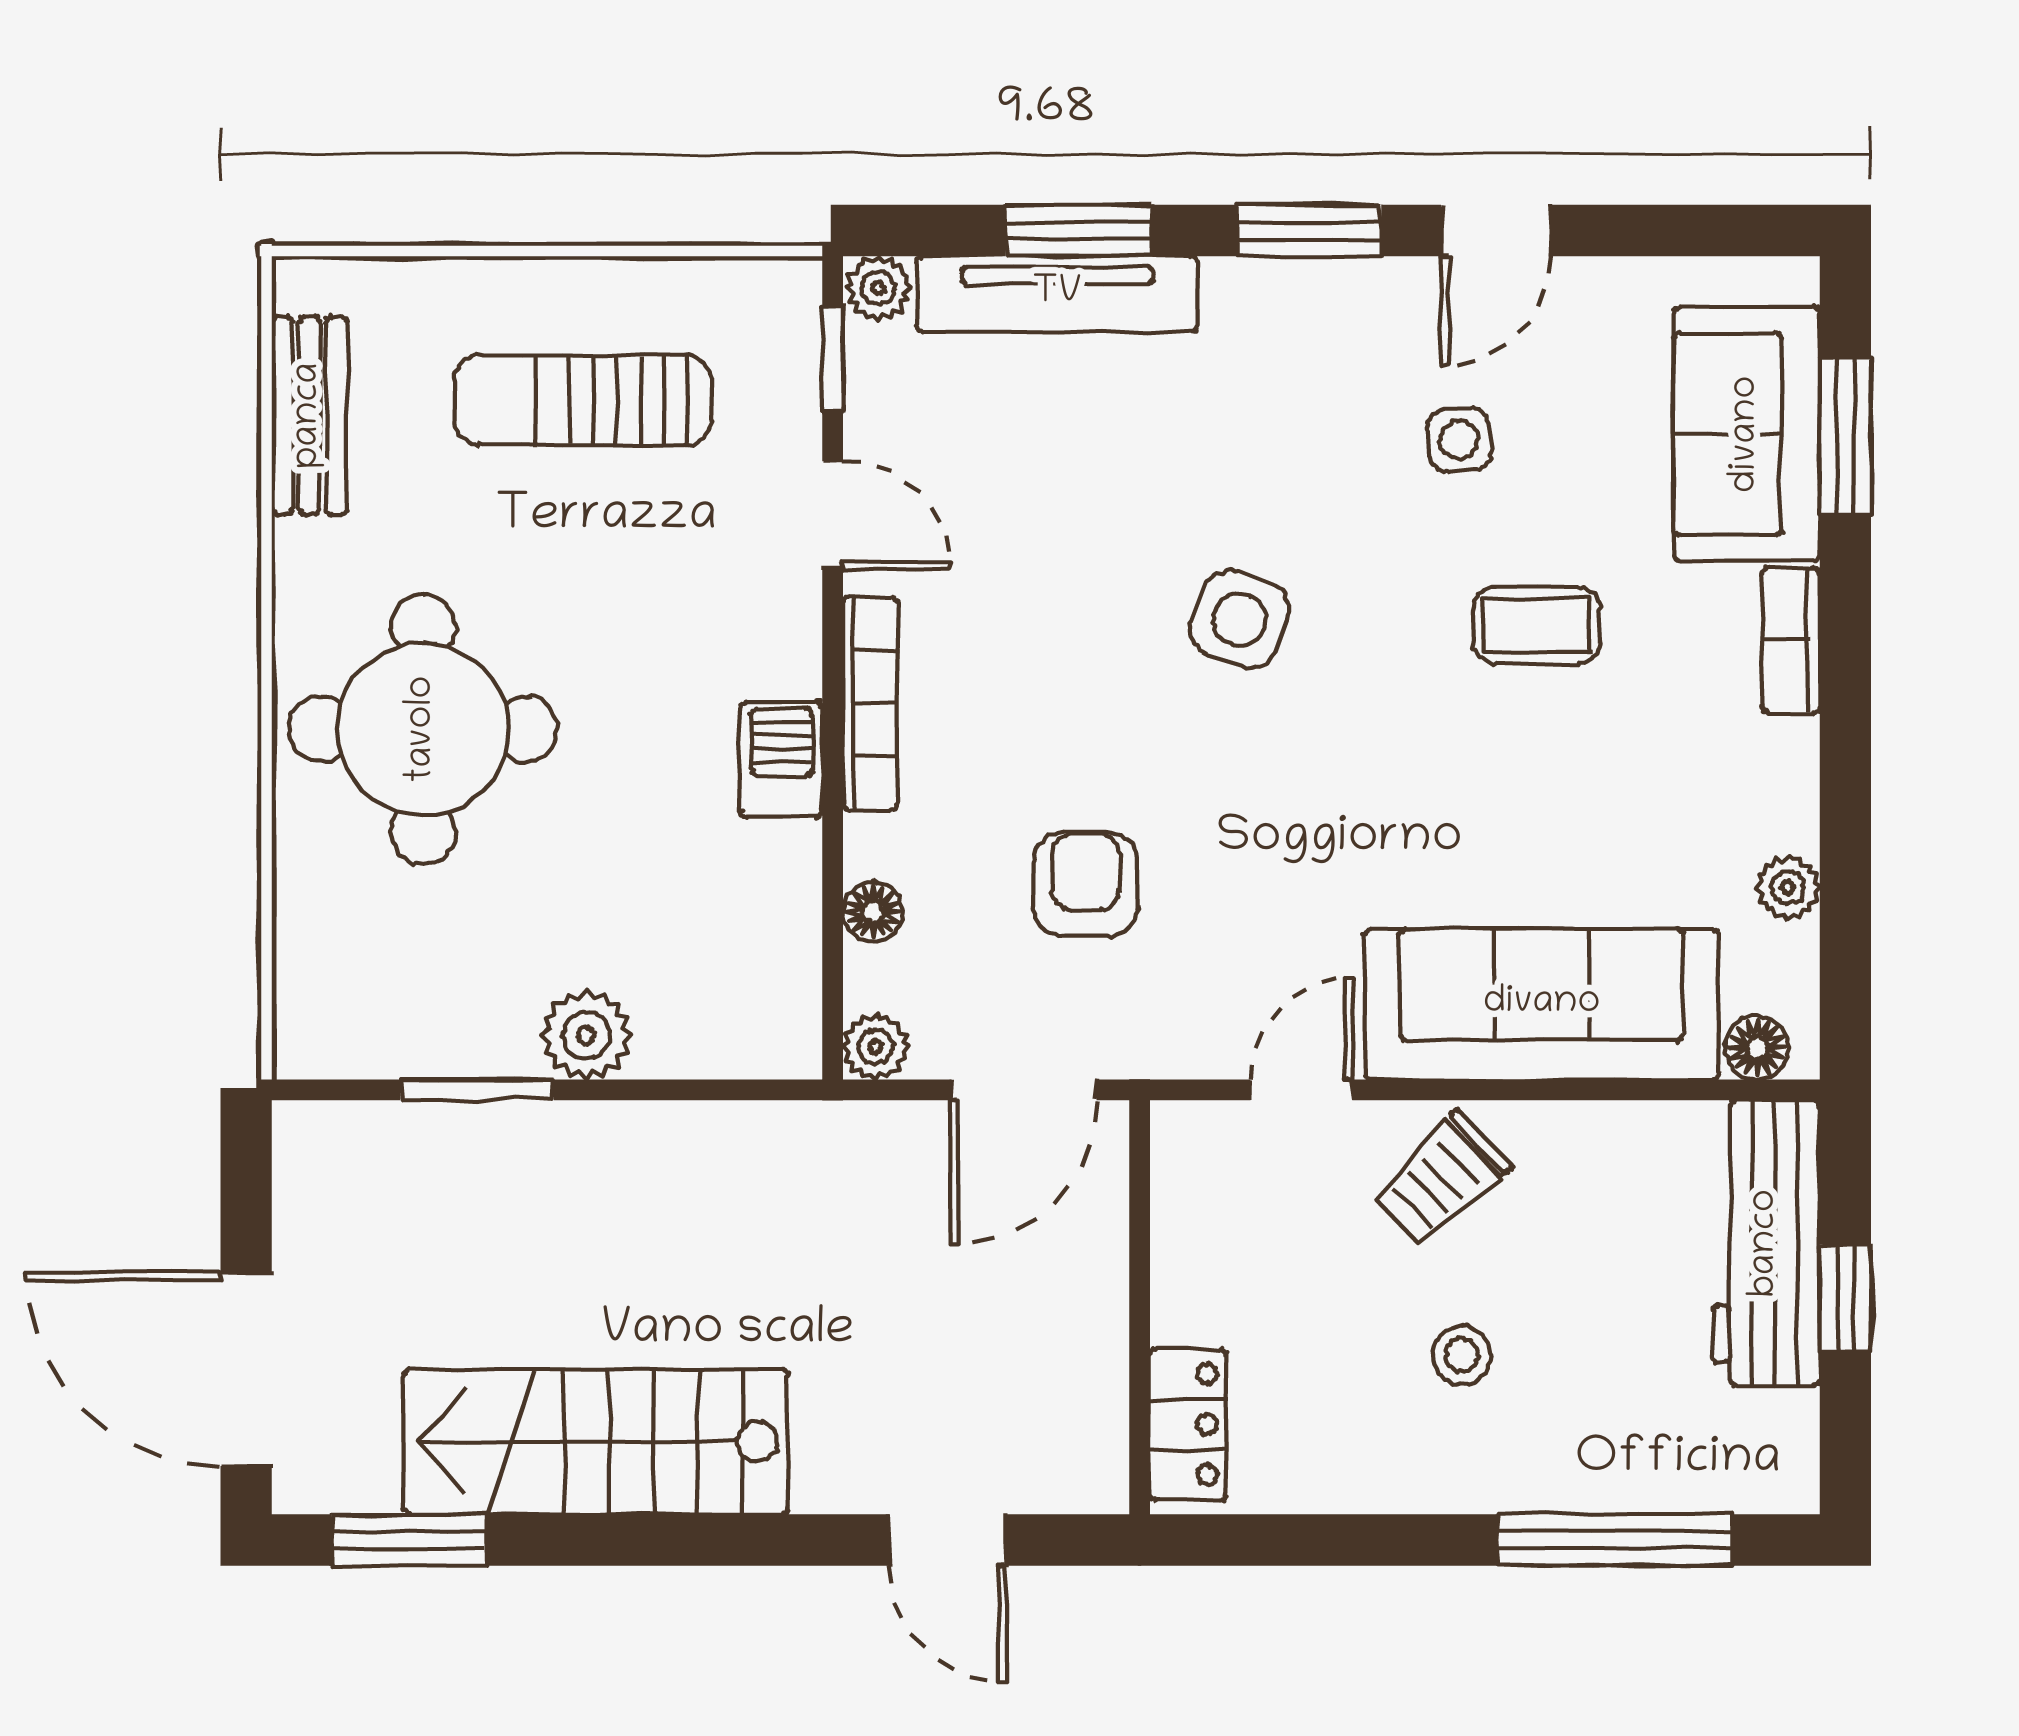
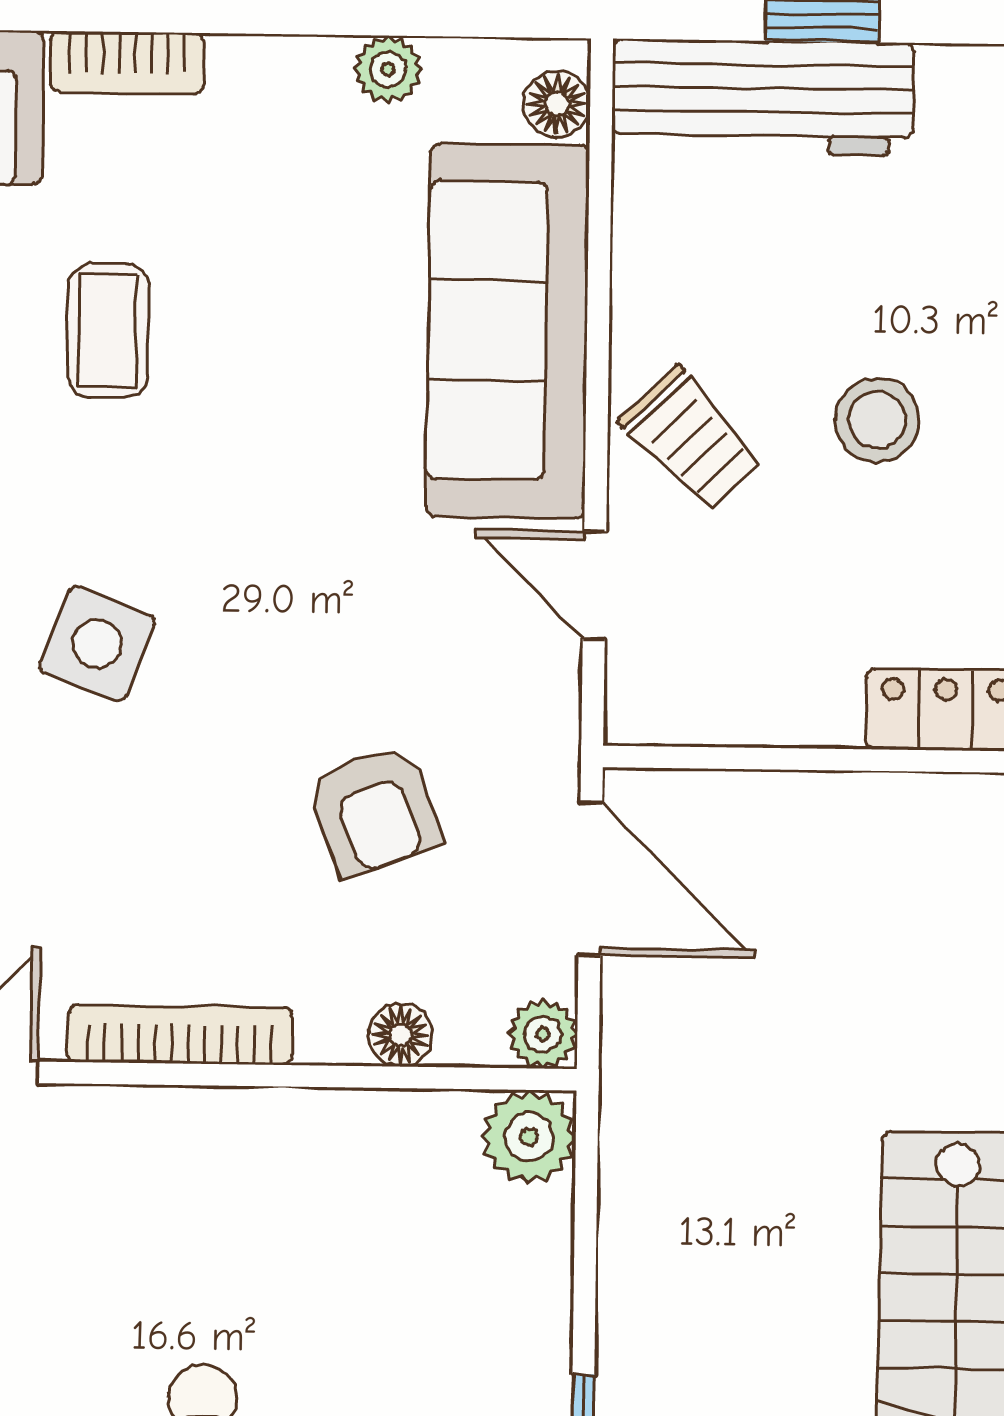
barbecue: (782, 759) -> (238, 1129), removed
armchair: (1085, 884) -> (374, 810), turned -111
plant: (586, 1035) -> (529, 1137), moved
stool: (1462, 1355) -> (877, 420), width x1.37, depth x1.37

